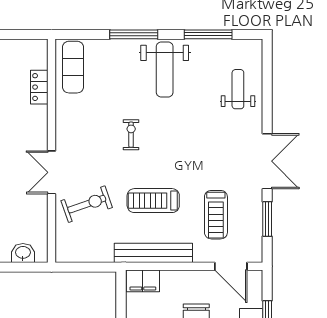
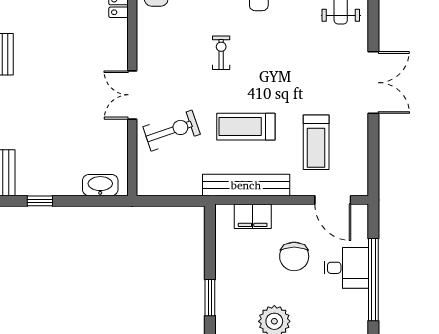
window: (267, 219) -> (373, 147), removed
washbasin: (23, 253) -> (100, 185), width x1.38
filing cabinet: (143, 281) -> (253, 216), moved

